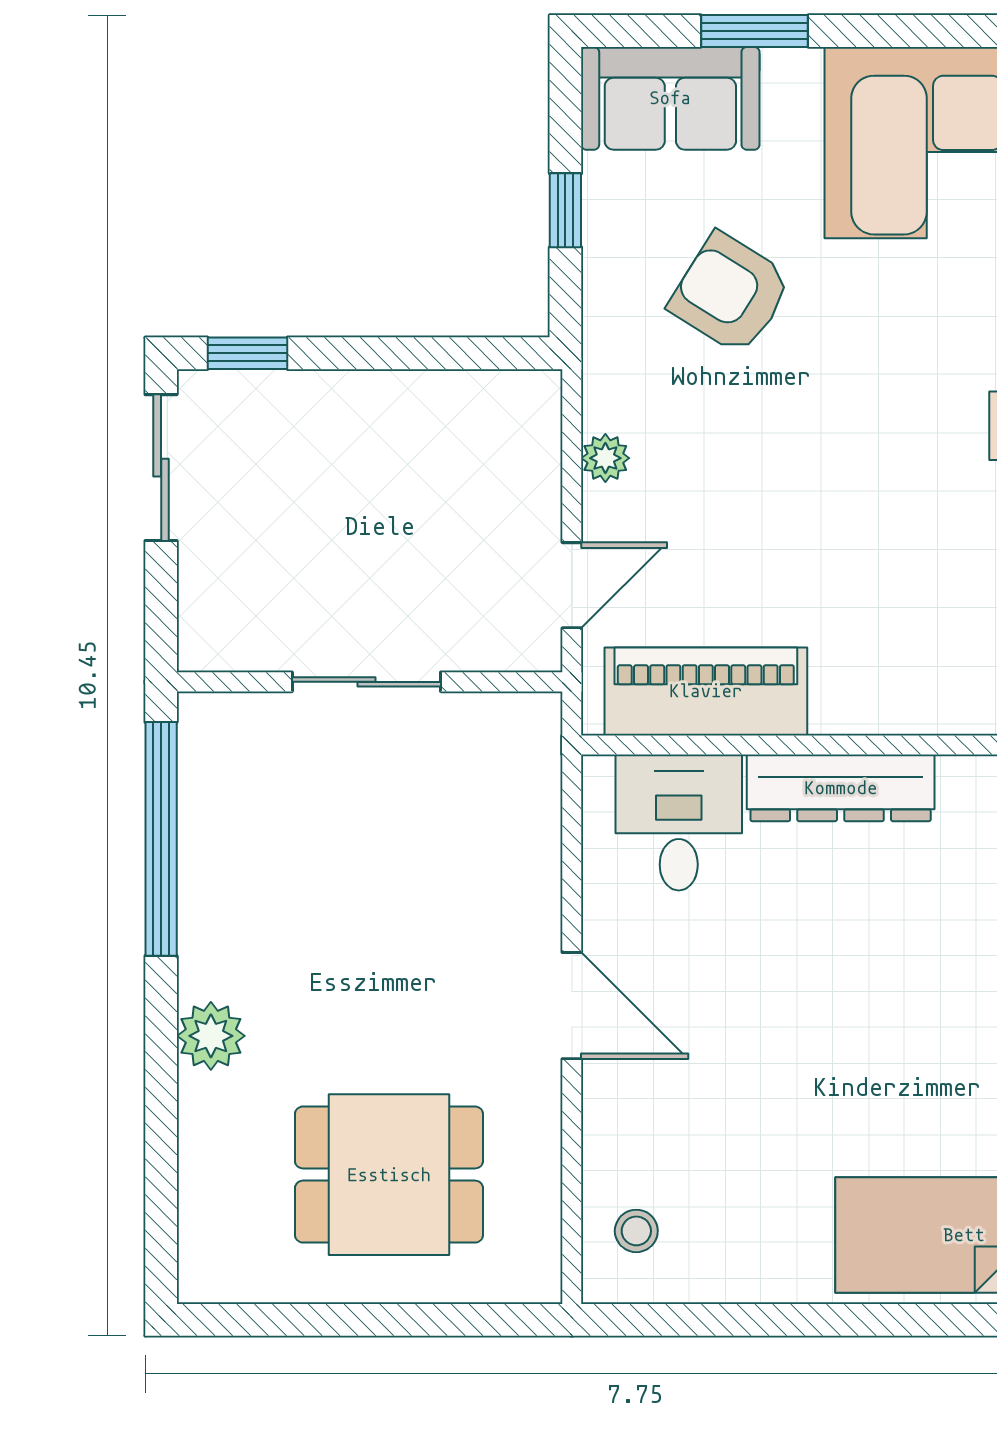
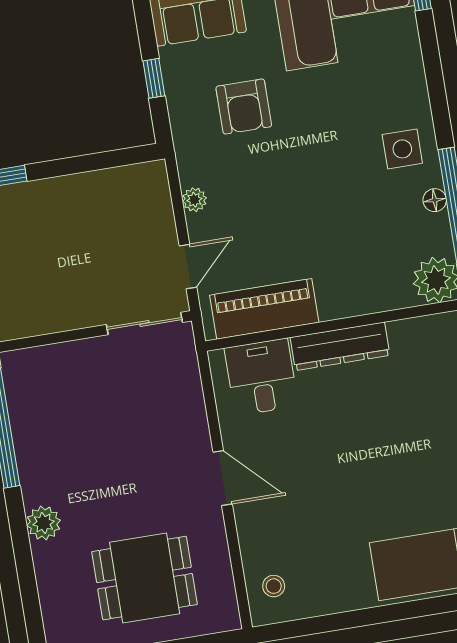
armchair: (730, 293) -> (244, 107), turned -122
sliding door: (366, 682) -> (144, 323), moved

